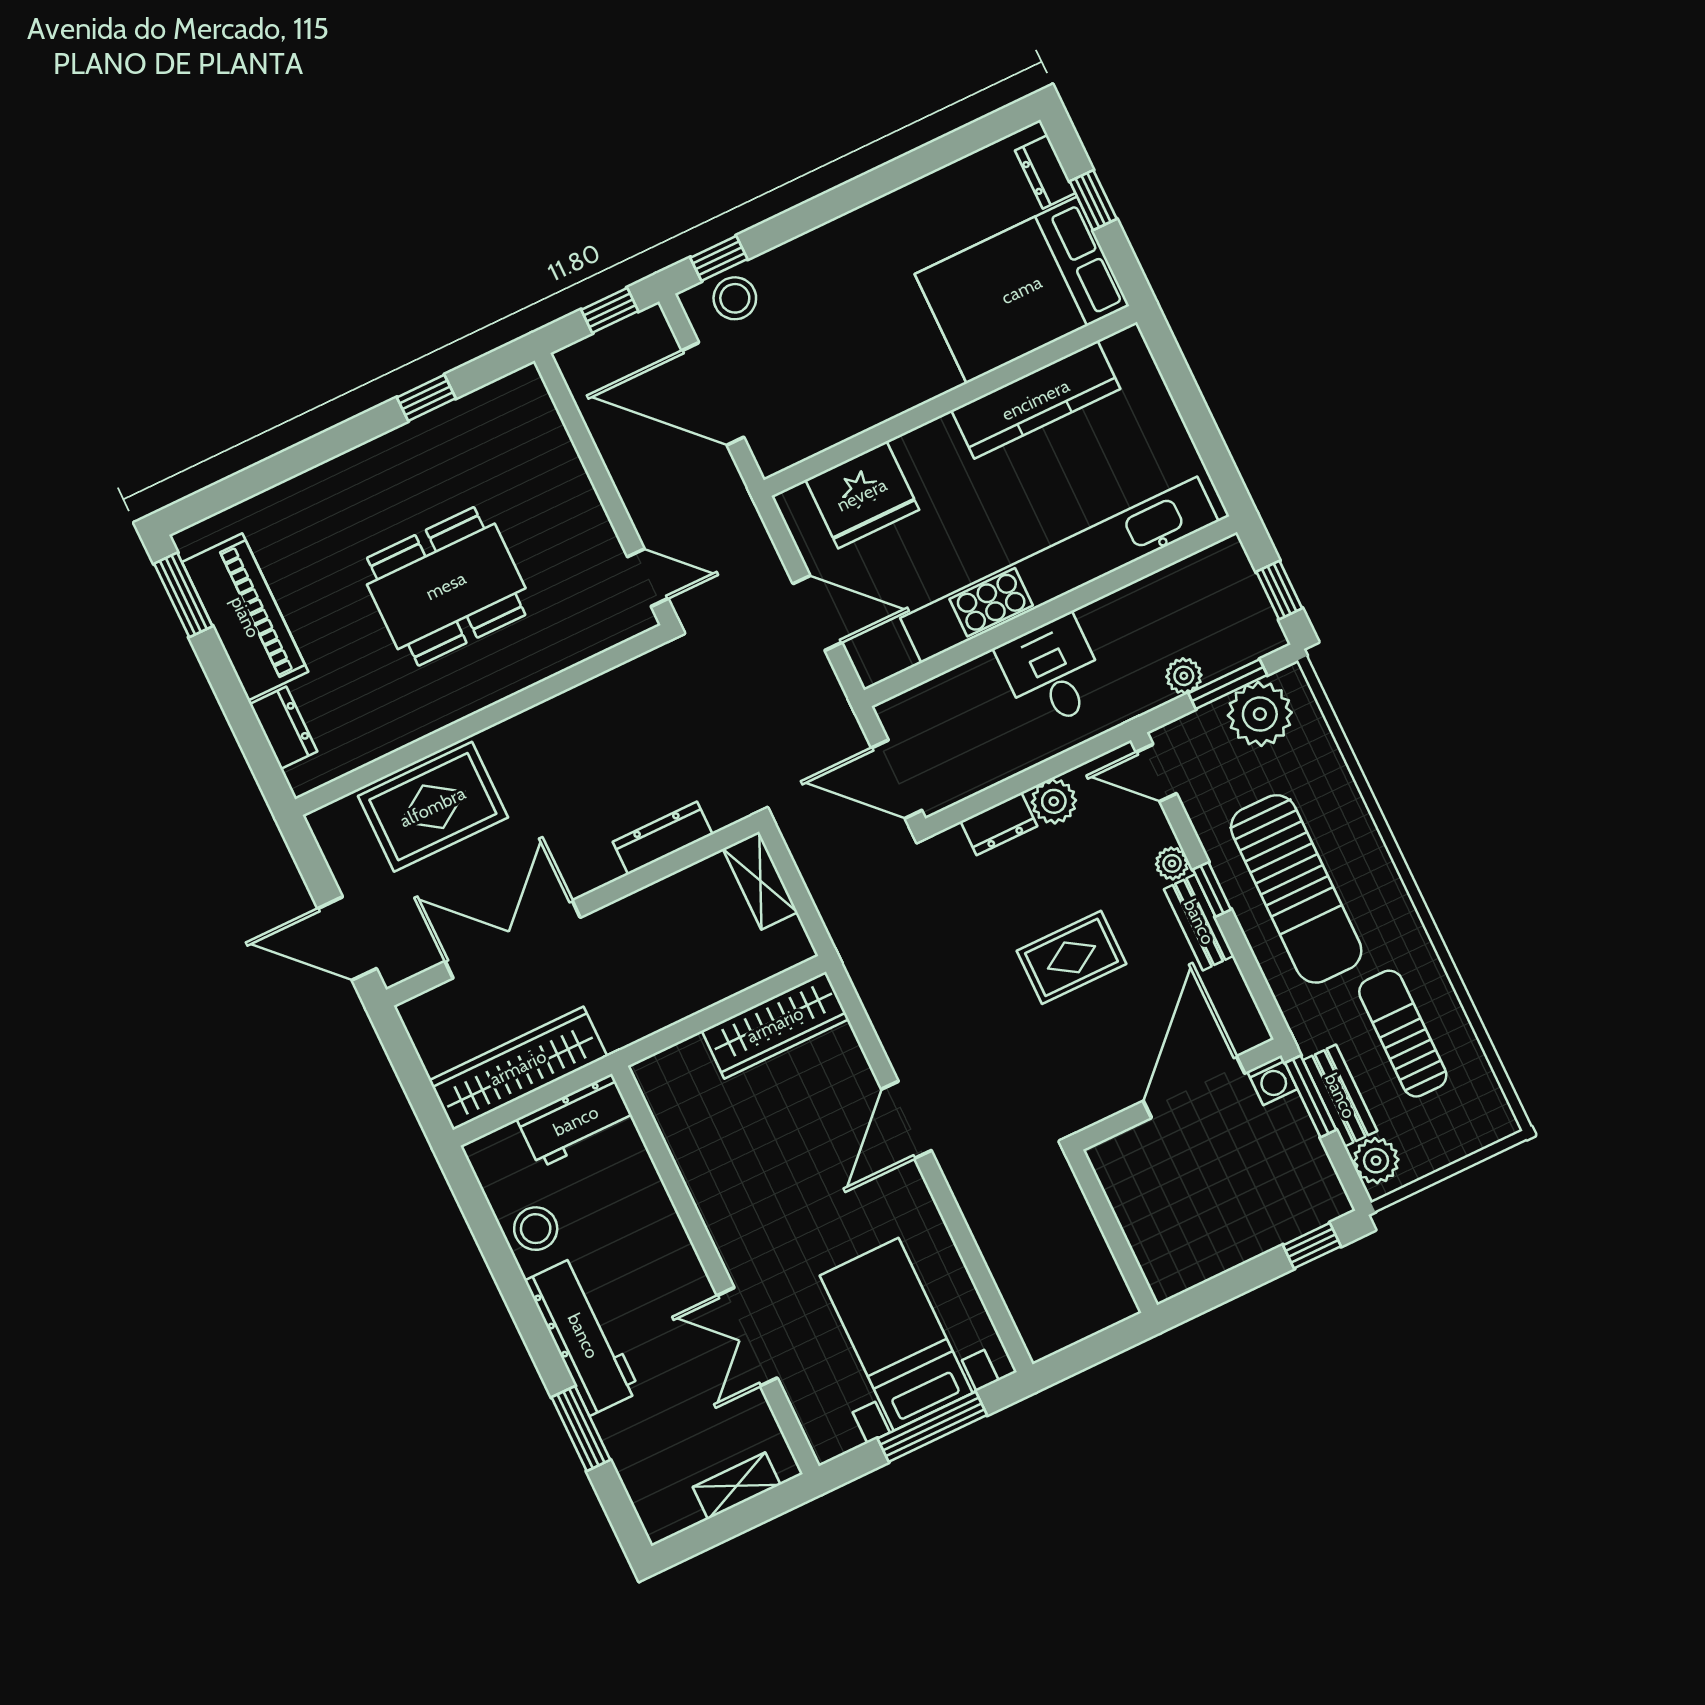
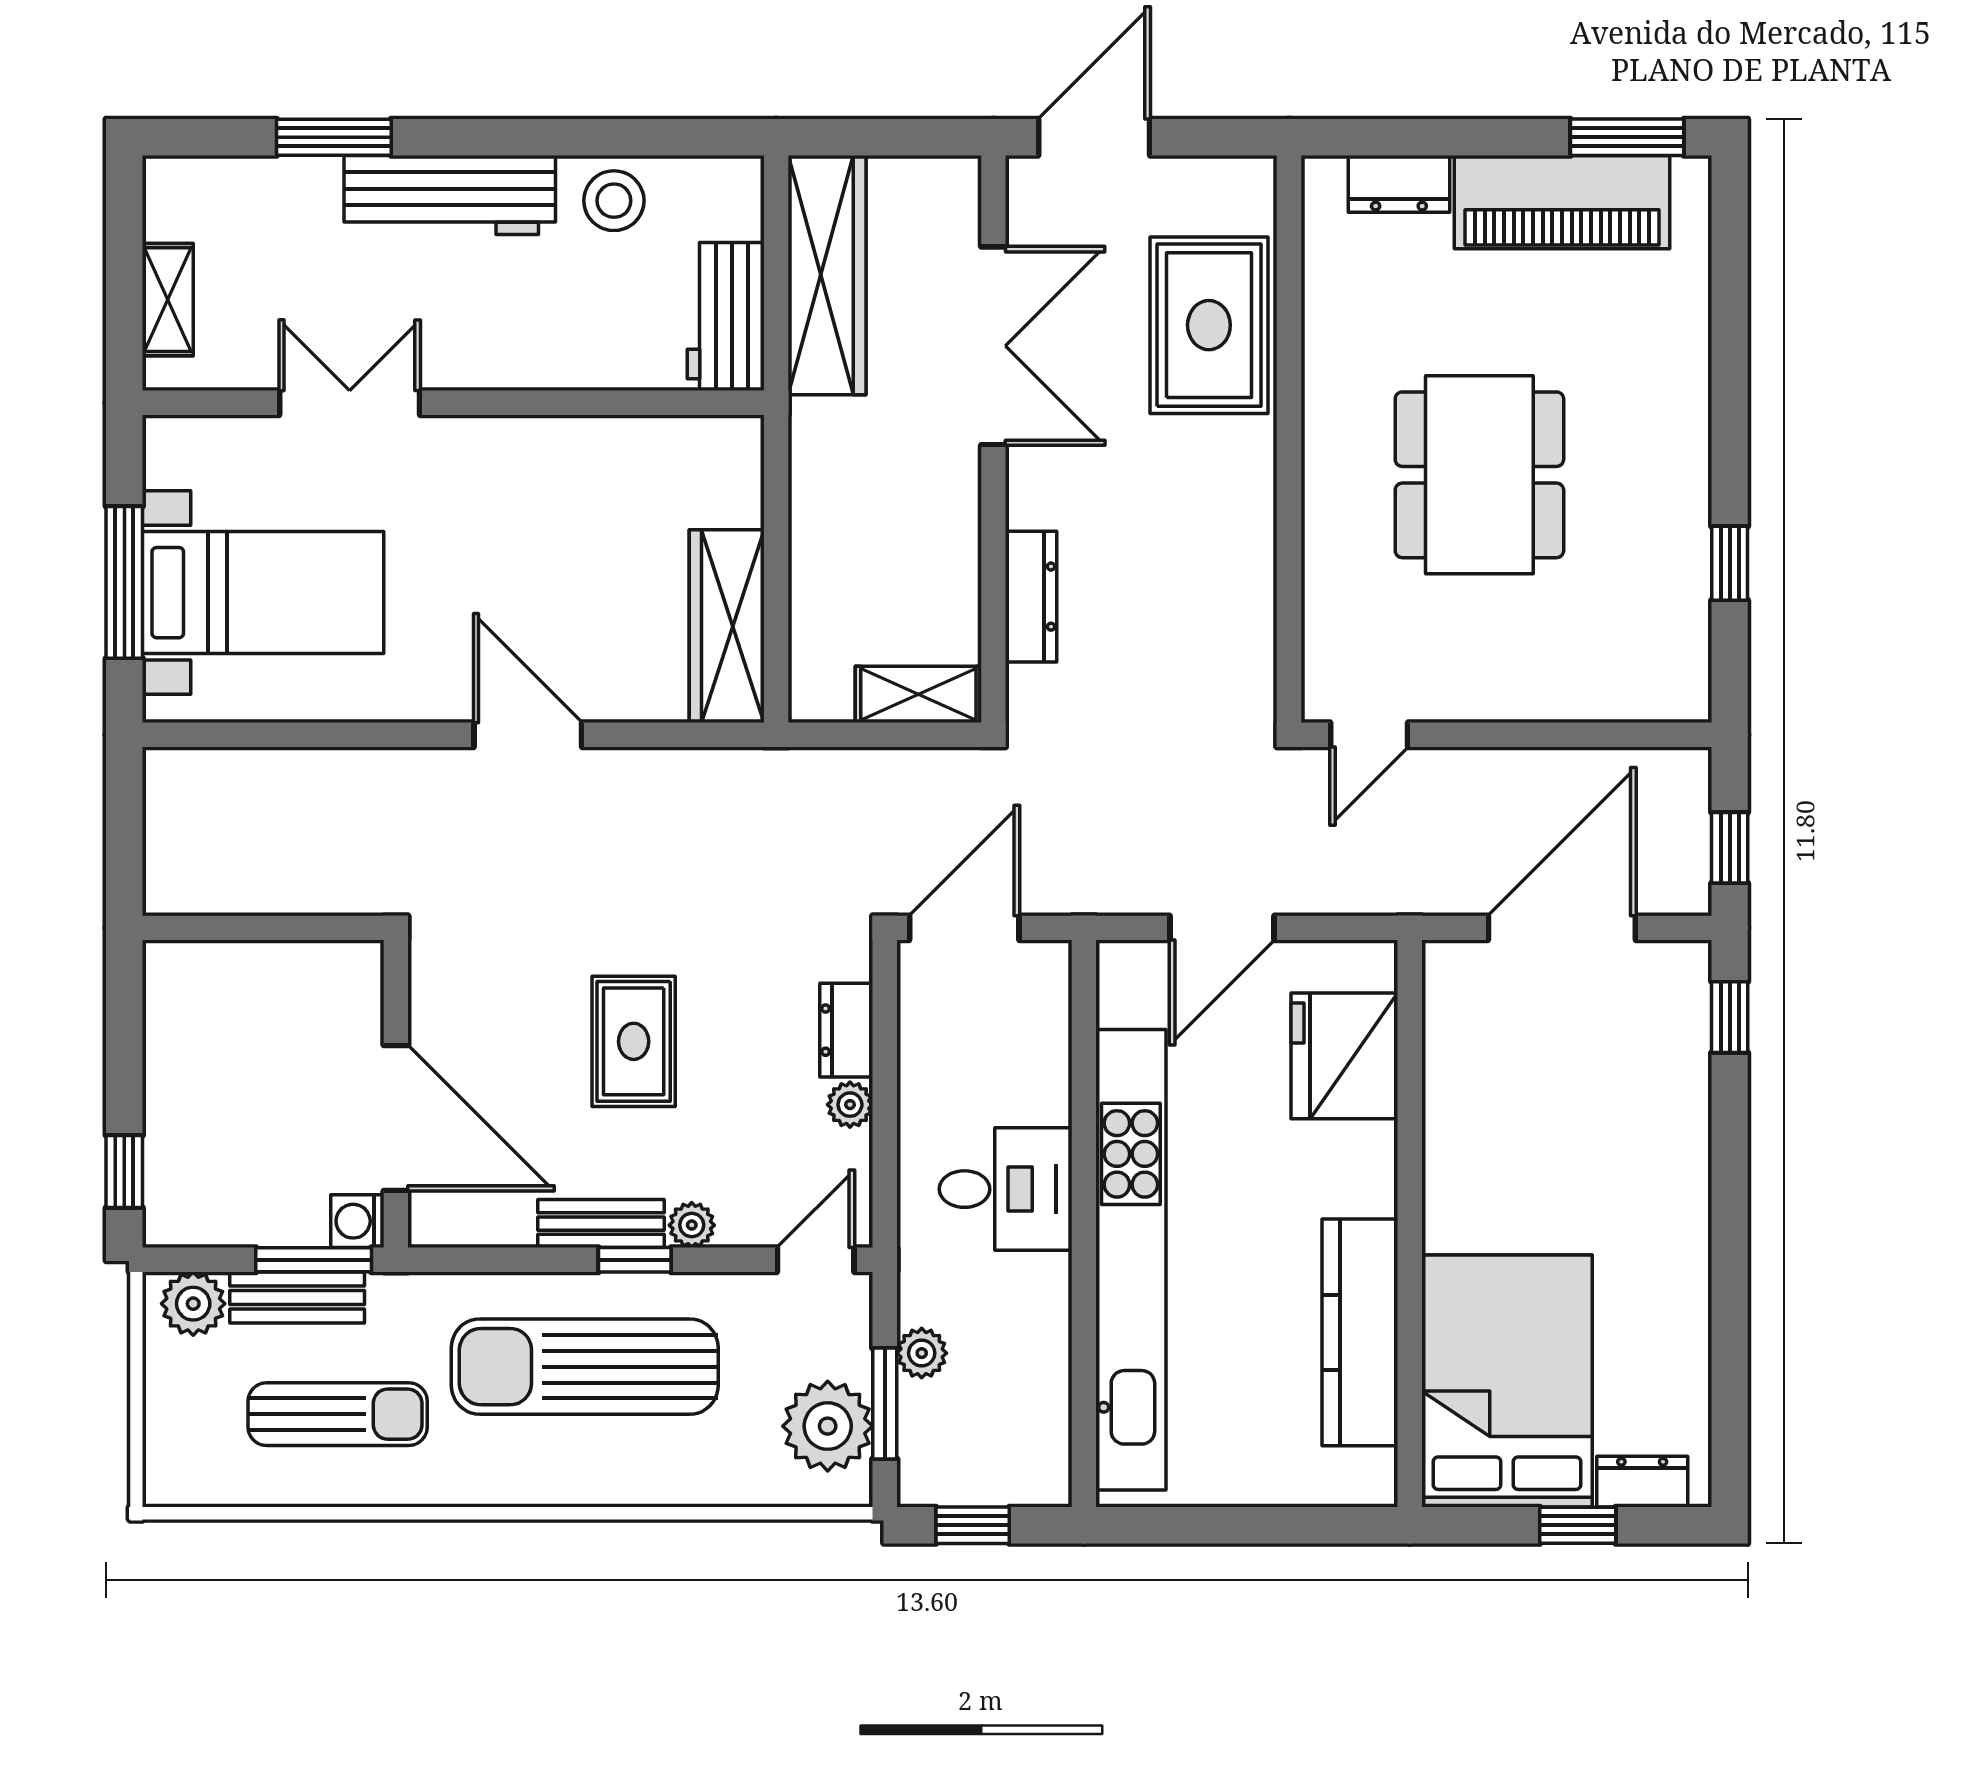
stool: (735, 298) -> (1670, 1013), removed
plant: (1054, 801) -> (850, 1105), width x0.73, depth x0.73

